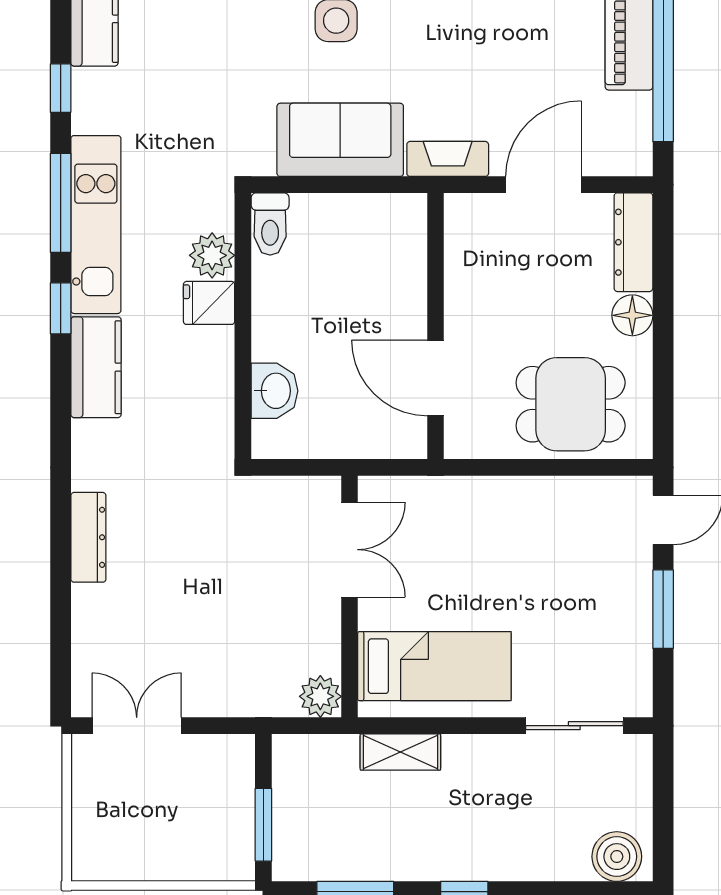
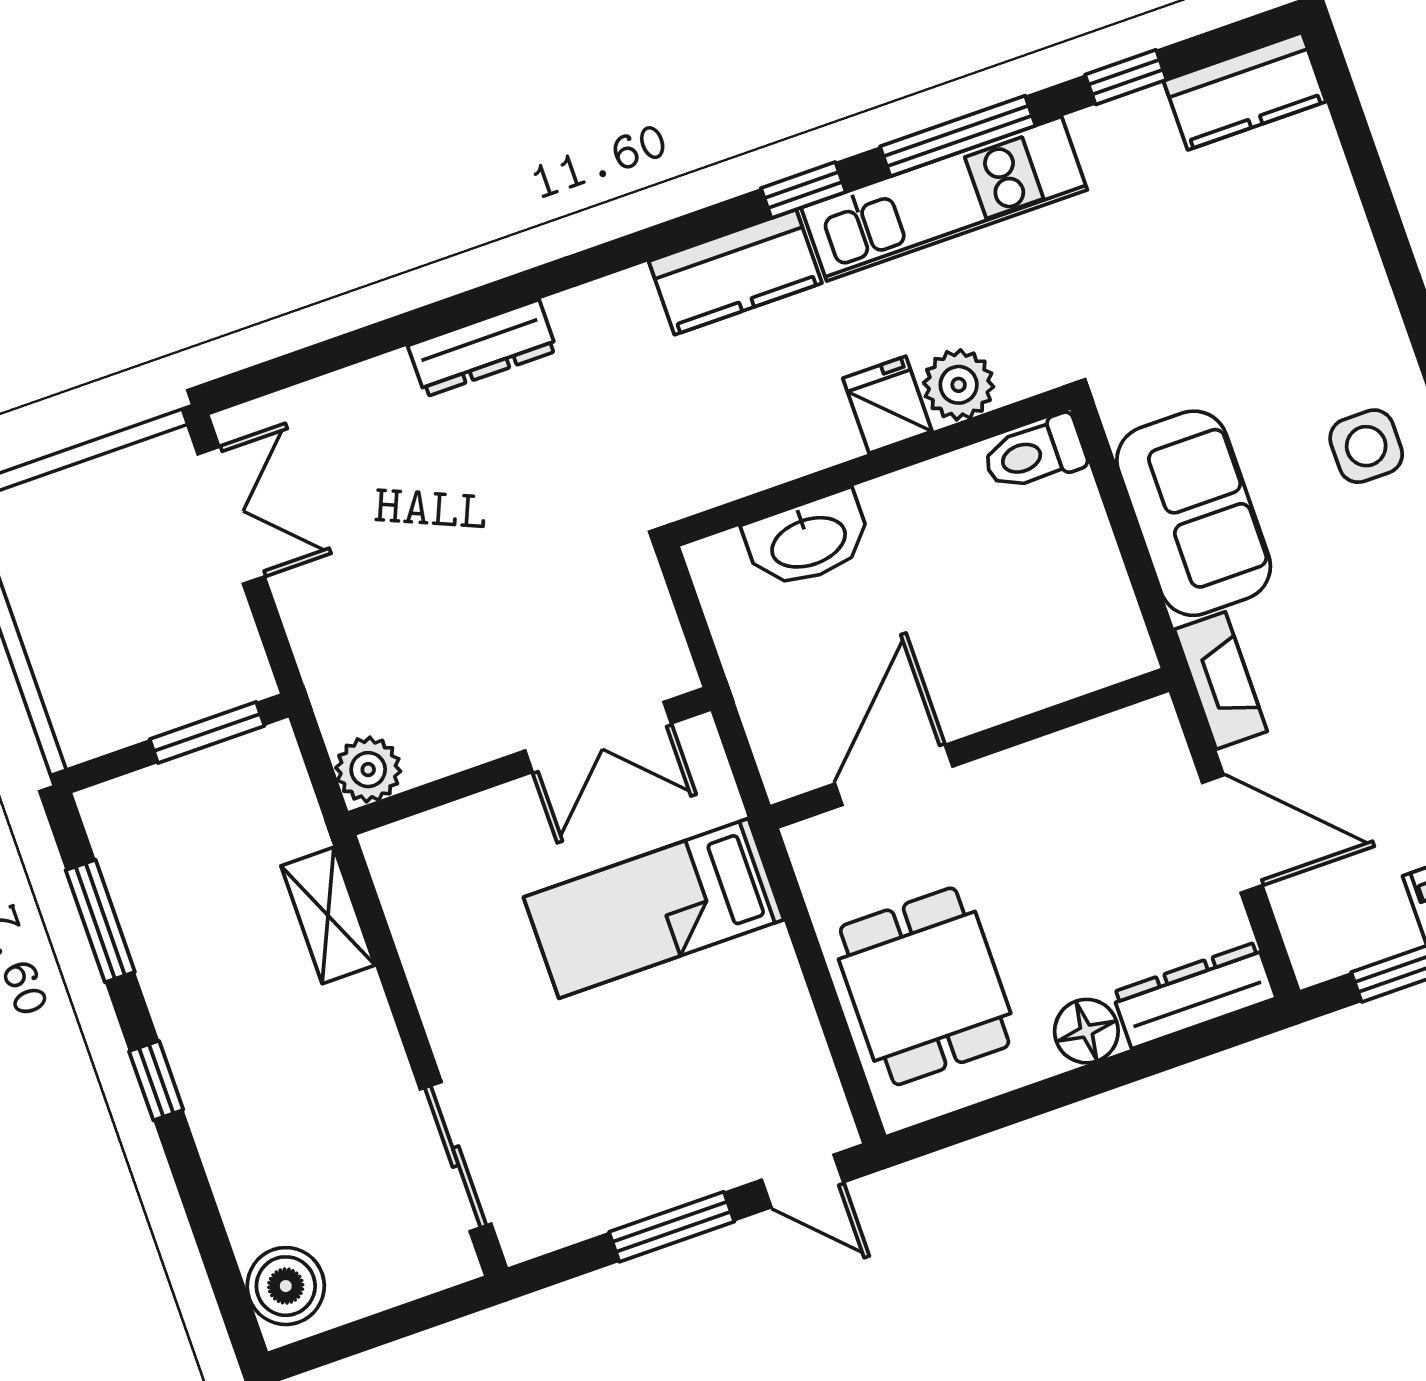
washbasin: (274, 391) -> (808, 540), width x1.38
bed: (434, 666) -> (654, 908), moved, turned 90
window: (263, 825) -> (207, 732), moved

